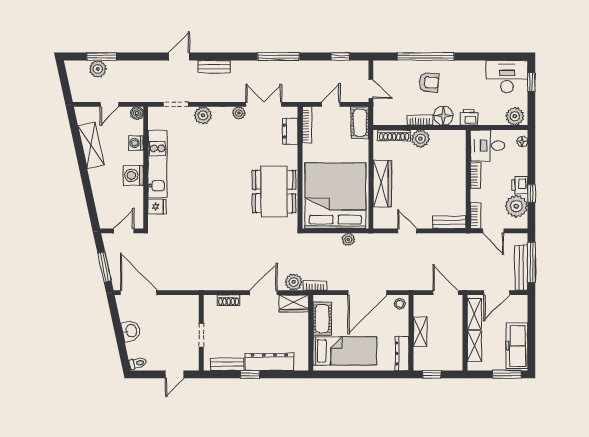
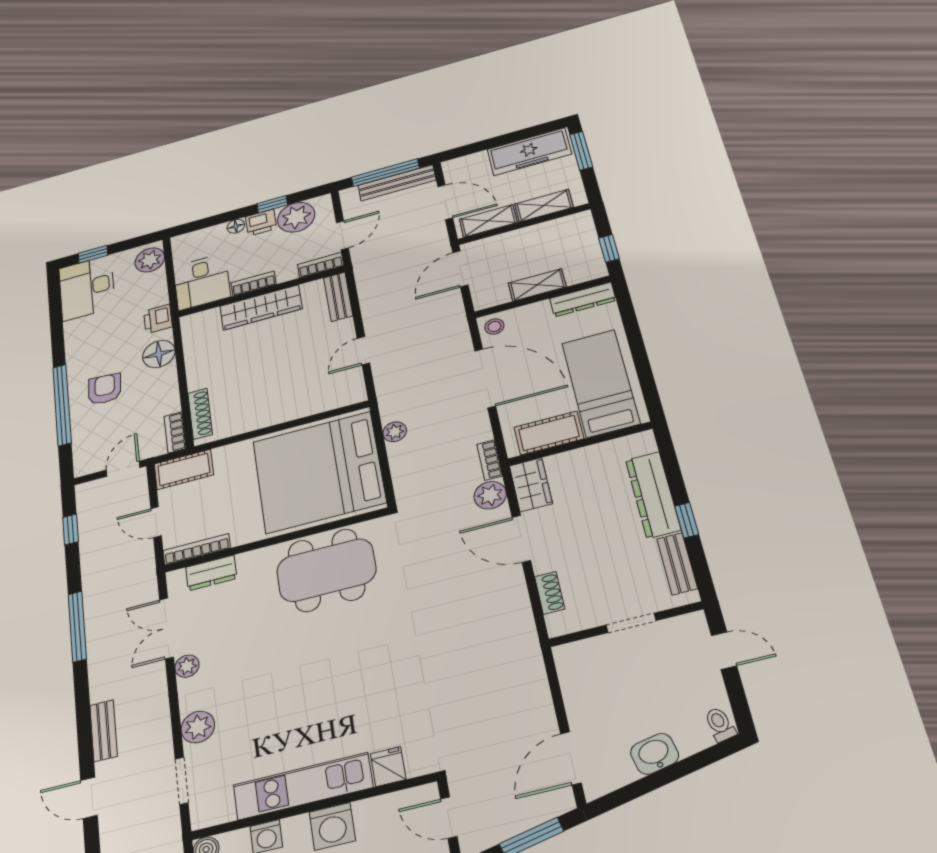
bookcase: (420, 120) -> (175, 432), moved
plant: (420, 139) -> (201, 375), removed
floor lamp: (522, 141) -> (236, 226), moved
wardrobe: (382, 183) -> (261, 307), moved, turned 180
door: (139, 293) -> (571, 758), width x0.73

